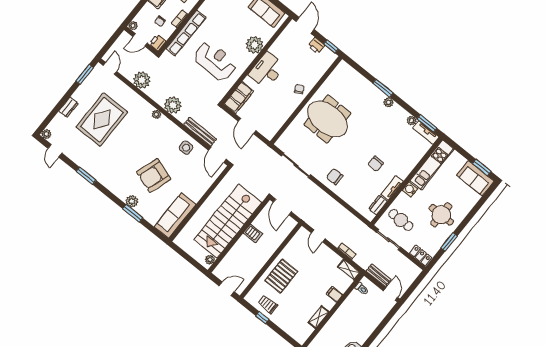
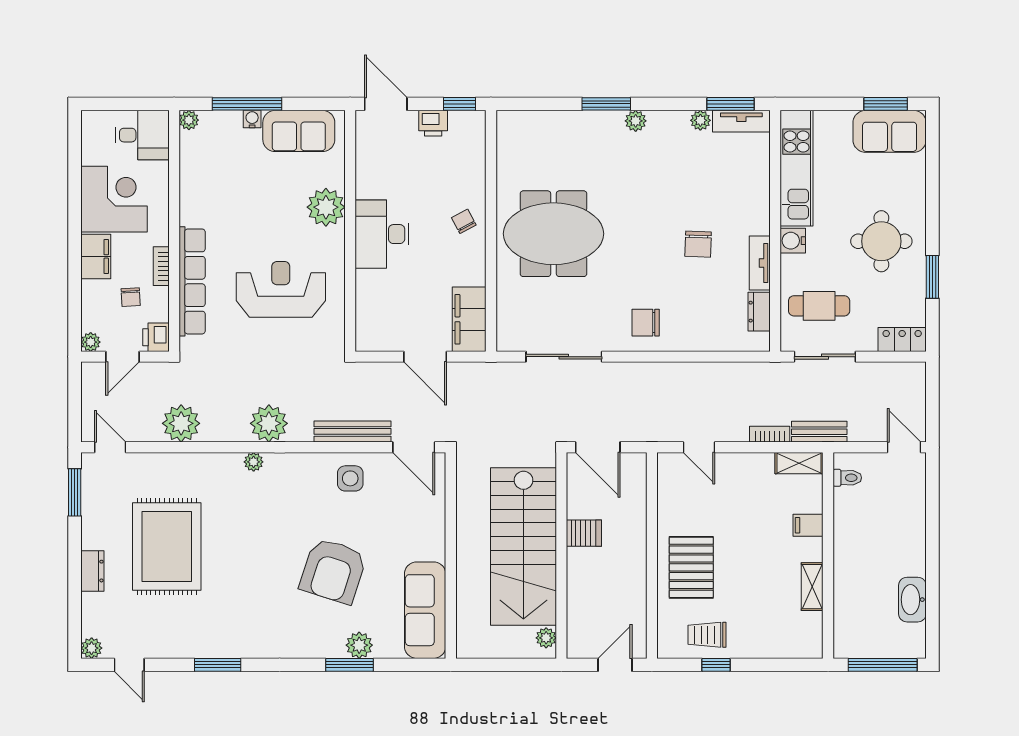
filing cabinet: (239, 98) -> (469, 319), moved, turned 180
plant: (132, 201) -> (359, 645), moved
bench: (379, 275) -> (819, 432), moved

